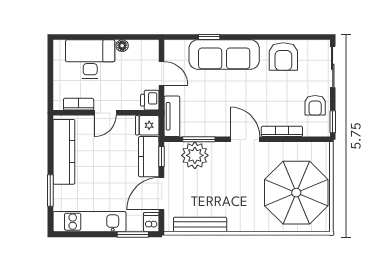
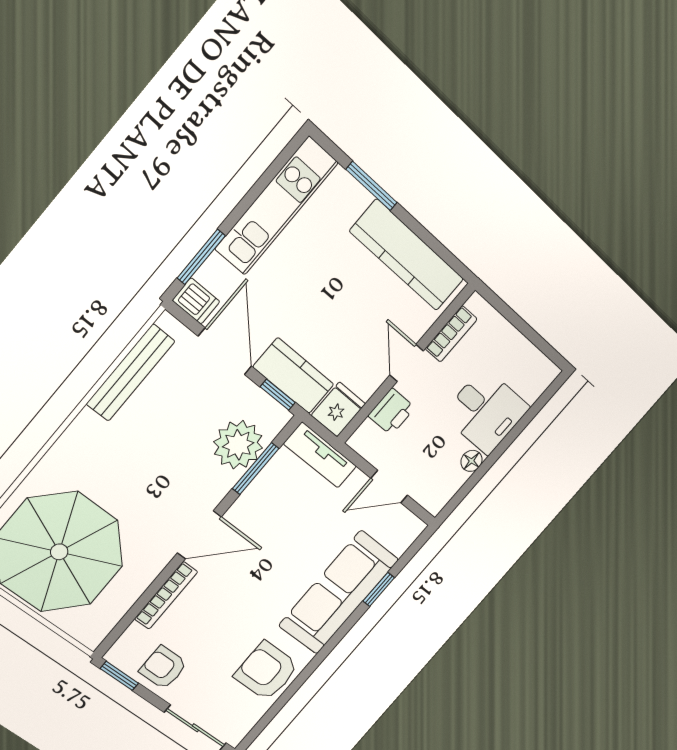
desk: (90, 59) -> (486, 411), width x0.73
printer: (150, 100) -> (392, 412), moved, turned 90

